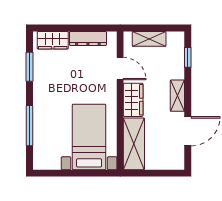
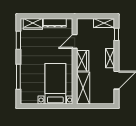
shelving: (149, 39) -> (104, 23), moved
door: (120, 69) -> (75, 41), swing flipped

